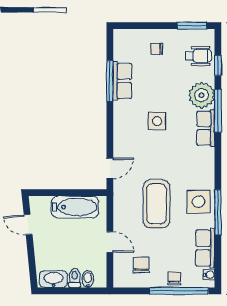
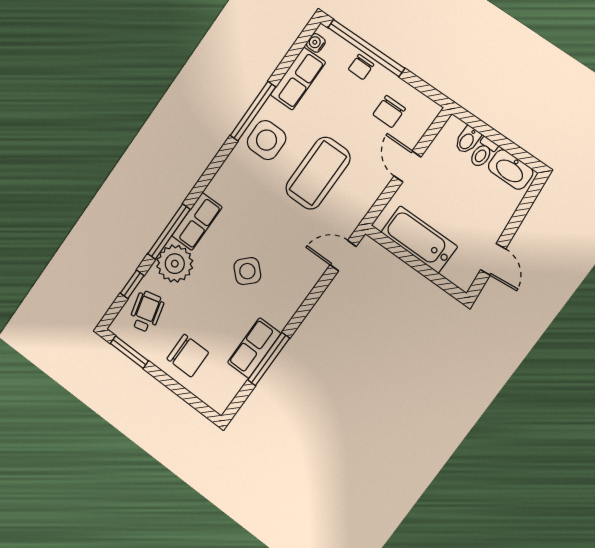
chair: (157, 49) -> (188, 356), width x1.87, depth x1.87
wheelchair: (198, 56) -> (146, 312), turned 76
side table: (157, 121) -> (247, 271), turned 45

